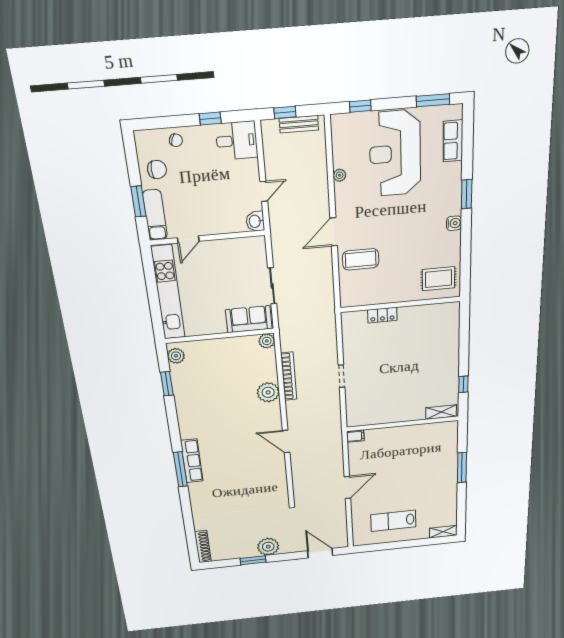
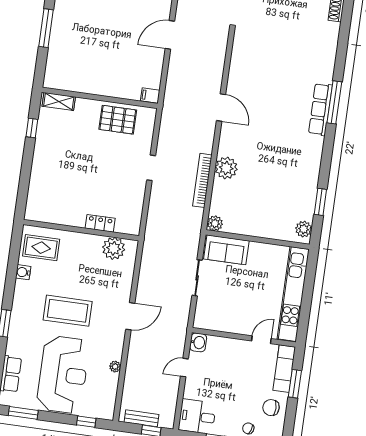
water cooler: (454, 223) -> (23, 272), moved
coffee table: (361, 259) -> (68, 311), moved, width x1.36, depth x1.32
plant: (364, 295) -> (114, 248), added
pallet: (382, 410) -> (118, 120), added

